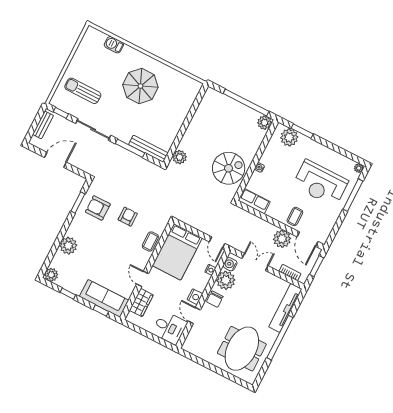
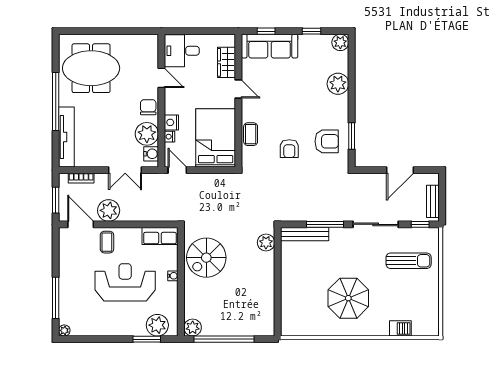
reception desk: (320, 183) -> (125, 282), moved
nightstand: (195, 297) -> (171, 122), moved
meeting table: (242, 349) -> (91, 68), turned 90

